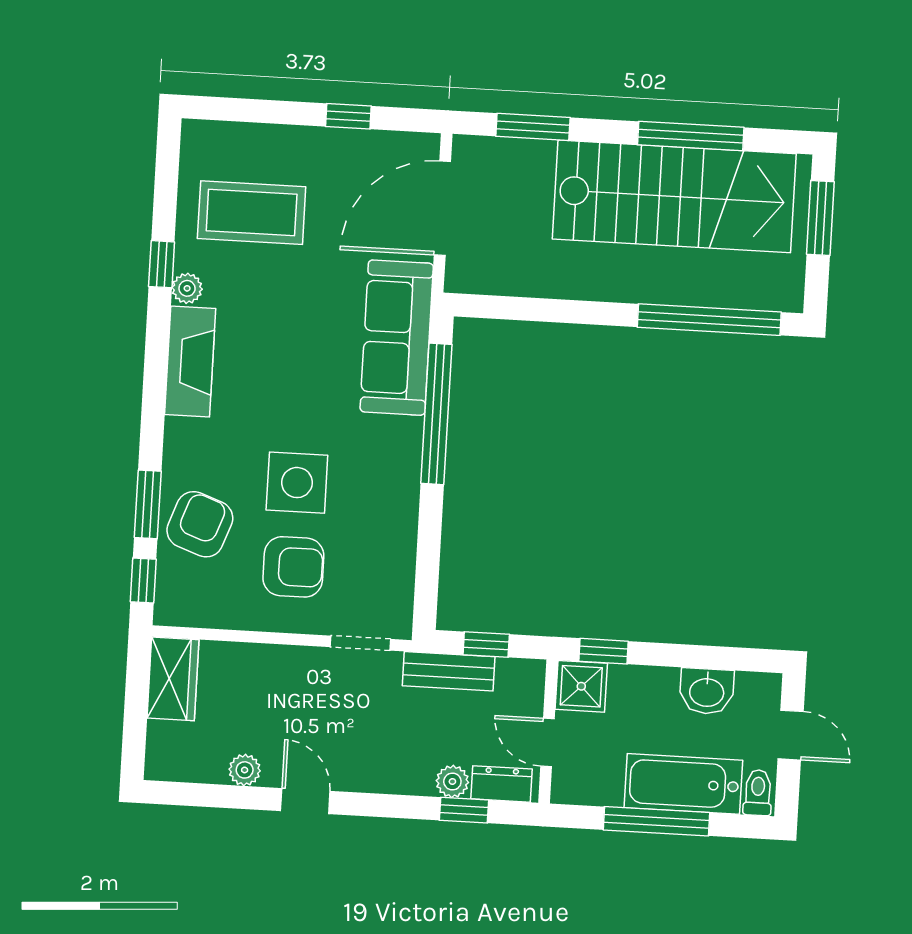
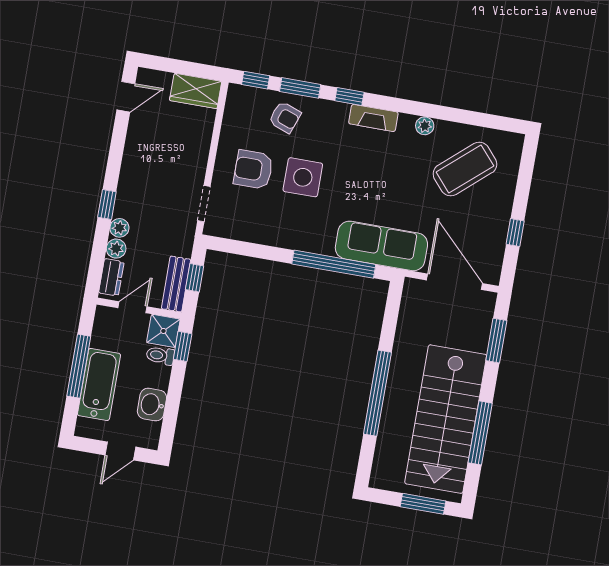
coffee table: (252, 213) -> (465, 169), turned 49
window: (162, 264) -> (349, 97), moved
window: (709, 320) -> (377, 393), moved
fireplace: (190, 361) -> (373, 118), width x0.73, depth x0.76
armchair: (200, 524) -> (285, 117), width x0.72, depth x0.72
armchair: (293, 567) -> (253, 169), turned 90
bench: (449, 671) -> (176, 284), moved
plant: (245, 770) -> (119, 228), moved
toilet: (758, 793) -> (160, 356), moved, turned 180
door: (305, 801) -> (126, 97), moved
window: (464, 810) -> (107, 205), moved

